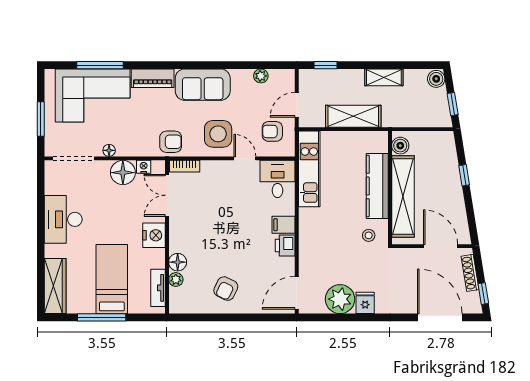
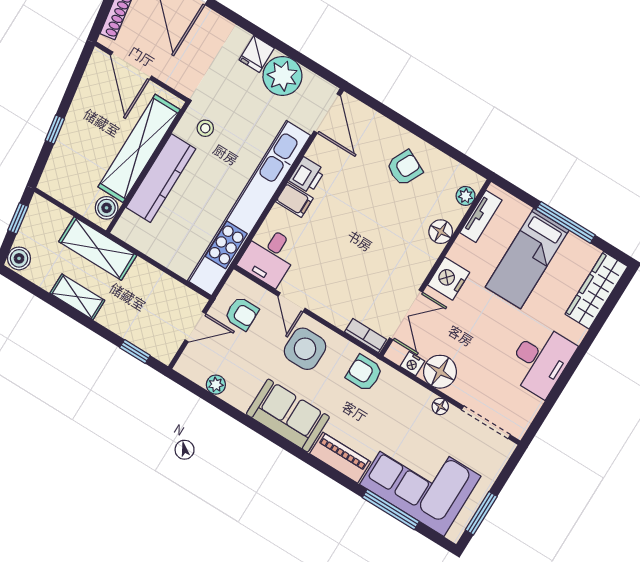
shelving: (353, 116) -> (98, 248), moved
window: (41, 119) -> (481, 513), moved
kitchen unit: (309, 169) -> (249, 208), width x1.86
plant: (176, 280) -> (466, 196), moved
door: (297, 293) -> (327, 113), hinge flipped

